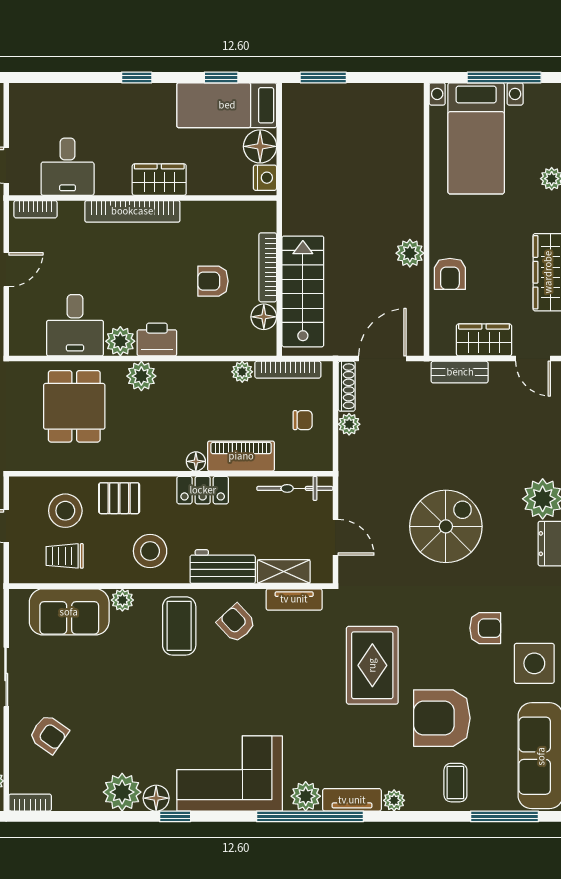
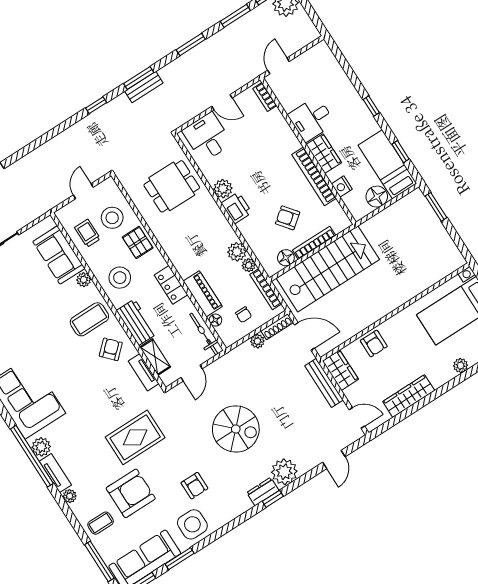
desk: (68, 167) -> (311, 119), moved
nightstand: (265, 178) -> (342, 187), moved, turned 90
bookcase: (132, 211) -> (314, 176), moved
plant: (410, 253) -> (371, 315), removed
armchair: (450, 274) -> (374, 344), turned -90
armchair: (213, 281) -> (288, 218), turned -38
stairs: (303, 291) -> (328, 269), width x1.36, depth x1.51
desk: (75, 325) -> (207, 137), moved, turned 90
wardrobe: (484, 340) -> (340, 370), moved
door: (533, 359) -> (357, 418), swing flipped
bench: (460, 372) -> (324, 383), width x1.36
plant: (141, 376) -> (237, 252), moved
floor lamp: (196, 461) -> (215, 320), moved
armchair: (442, 718) -> (131, 493), turned 90

